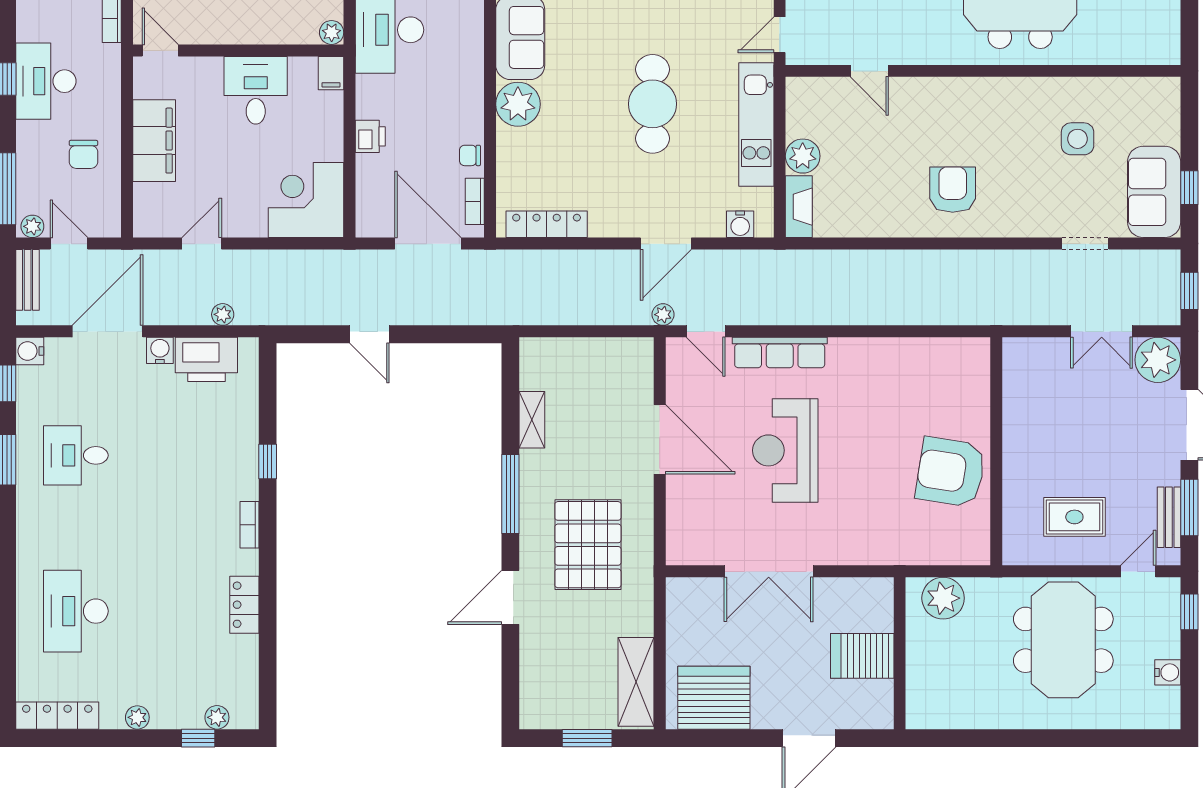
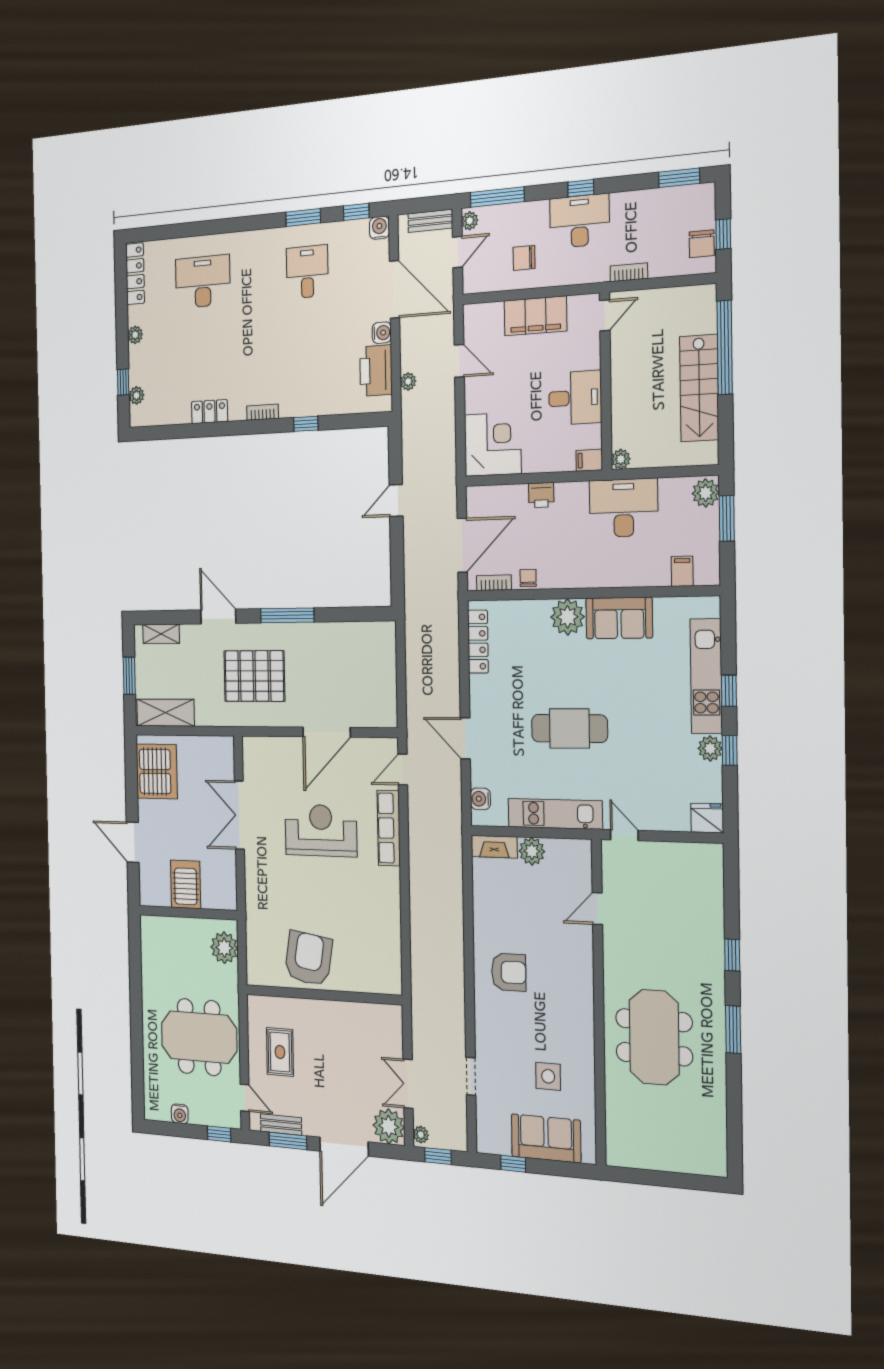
sofa: (1154, 192) -> (546, 1138), moved
plant: (663, 315) -> (421, 1135), moved
shelving: (532, 420) -> (161, 634), moved

